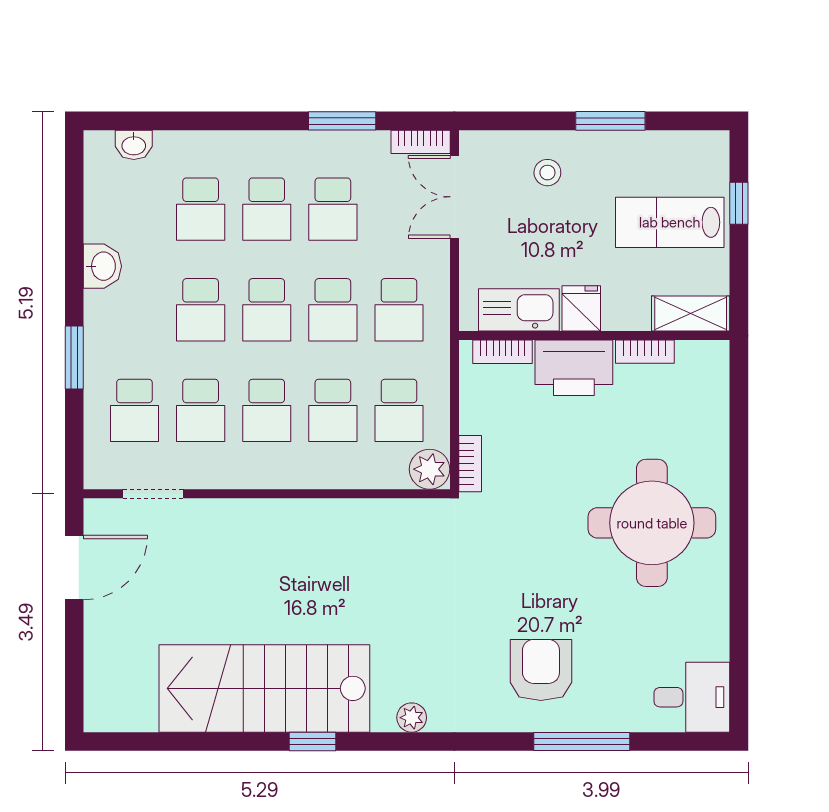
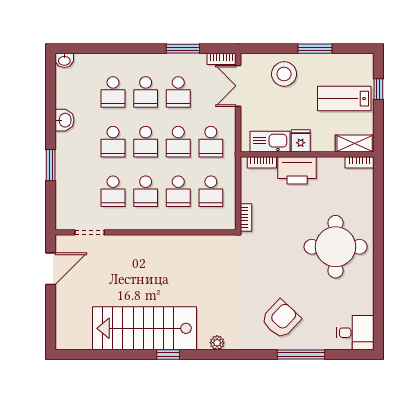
washbasin: (134, 145) -> (64, 60), moved
stool: (547, 173) -> (284, 74), width x1.89, depth x1.89
bookcase: (645, 352) -> (359, 162), moved
school desk: (134, 410) -> (80, 191), removed
plant: (430, 469) -> (226, 220), removed
armchair: (541, 670) -> (281, 319), turned 43

